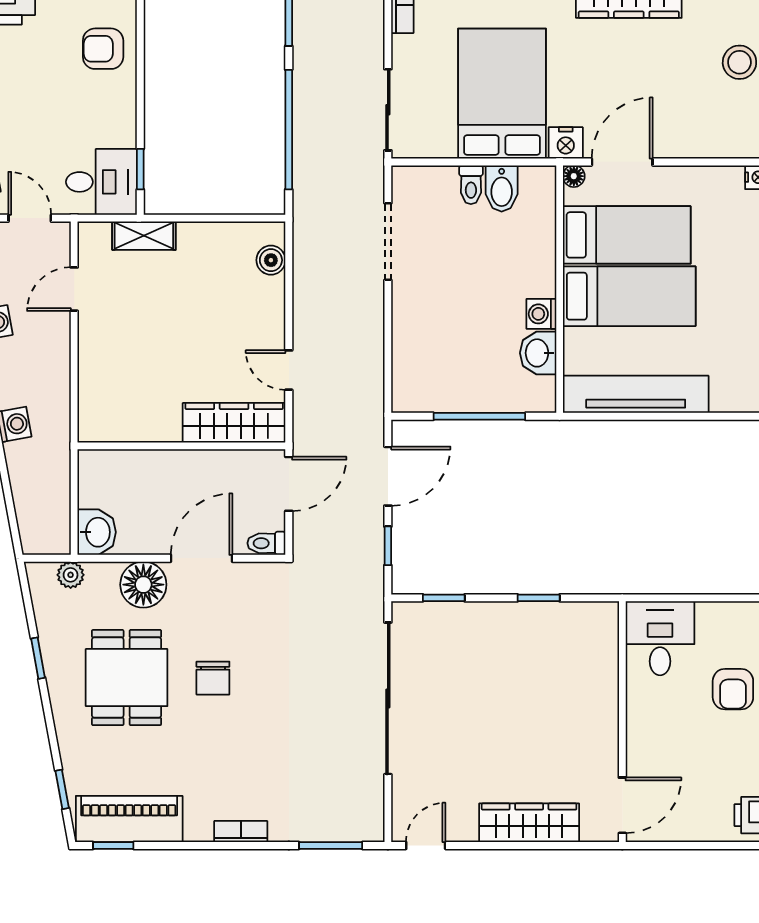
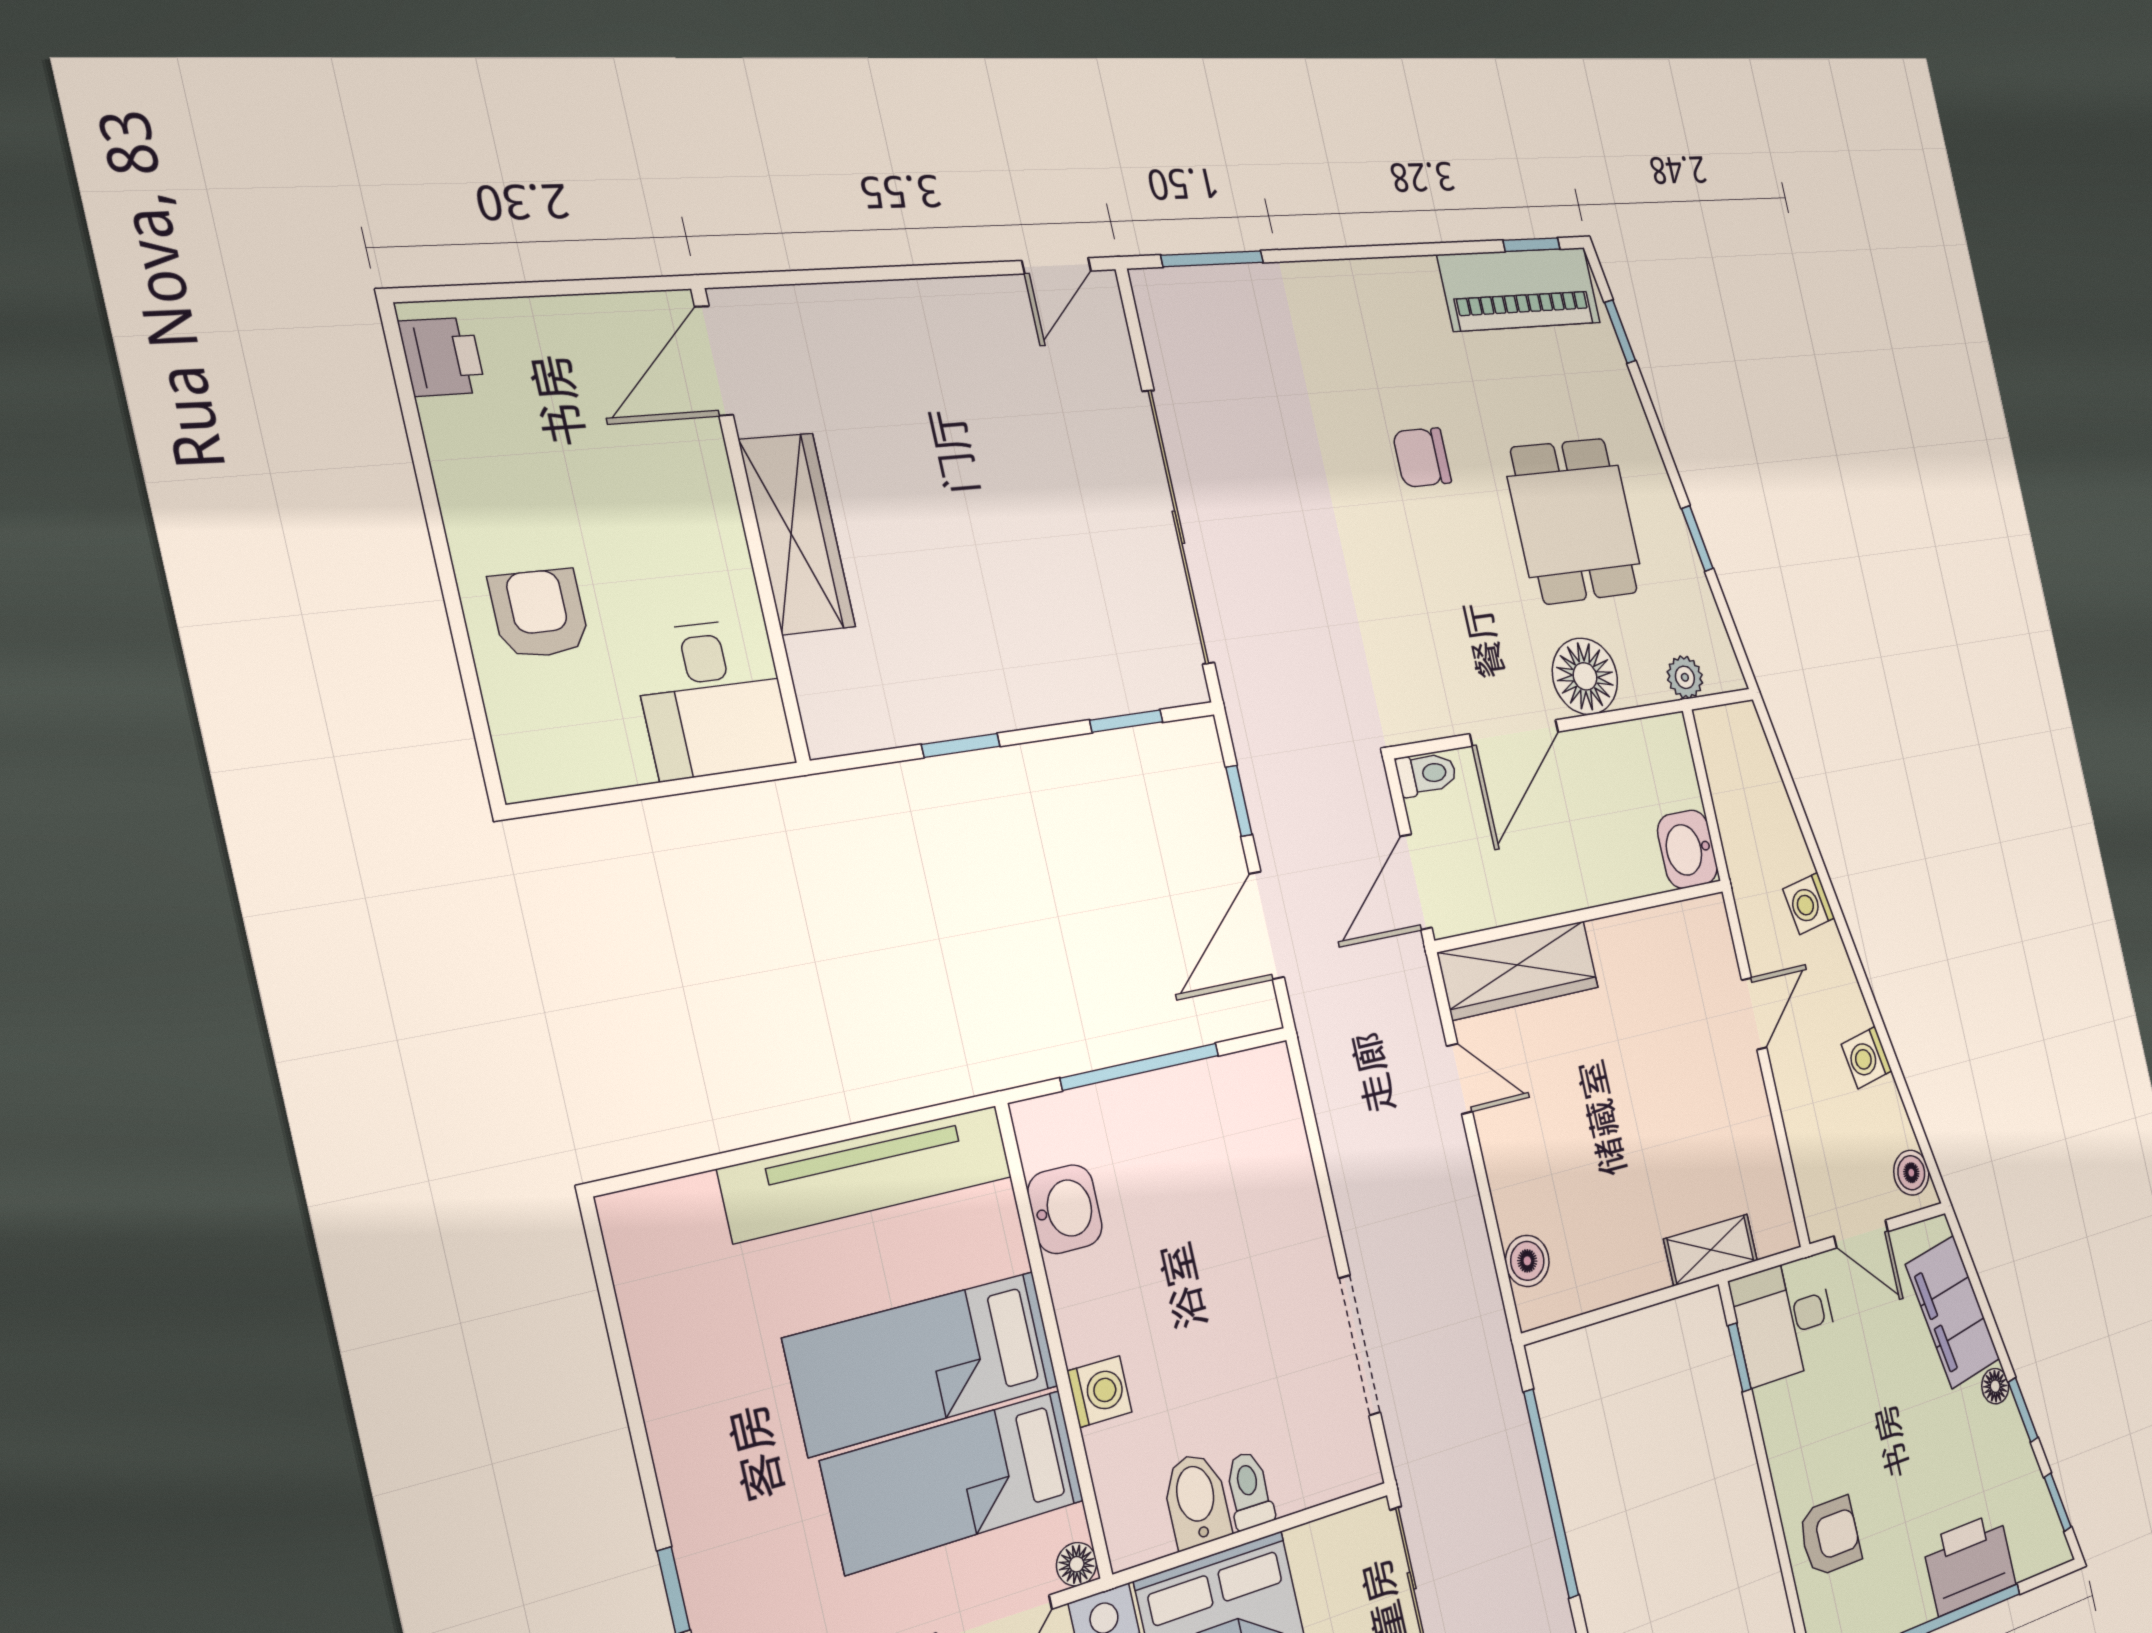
door: (74, 289) -> (1754, 1014), moved
washing machine: (541, 314) -> (1100, 1391), moved
washbasin: (97, 532) -> (1687, 849), moved
chair: (213, 678) -> (1422, 457), moved, turned -90
wardrobe: (529, 823) -> (797, 534), moved, turned -90
bookcase: (241, 832) -> (1355, 276), removed

